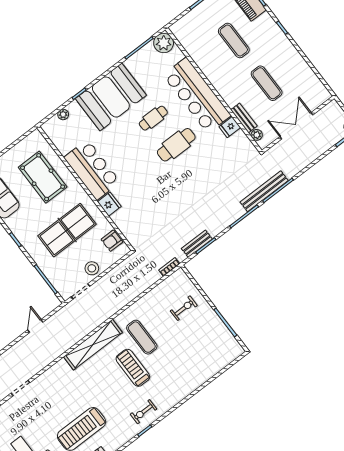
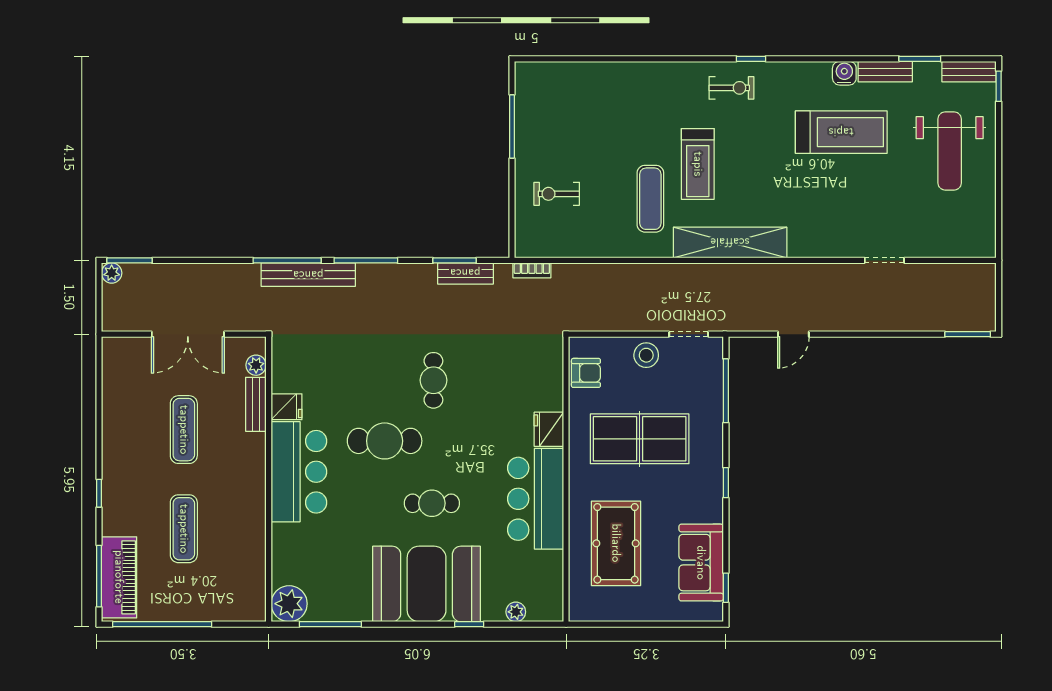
bar counter: (197, 95) -> (299, 472), width x0.73
cafe table: (153, 118) -> (432, 503), moved
cafe table: (175, 187) -> (433, 380), added

